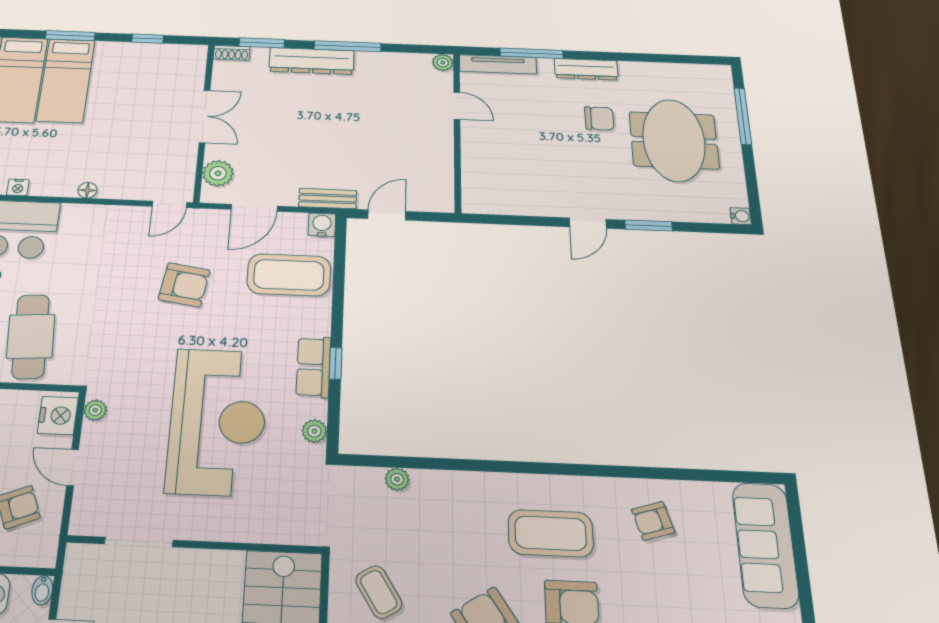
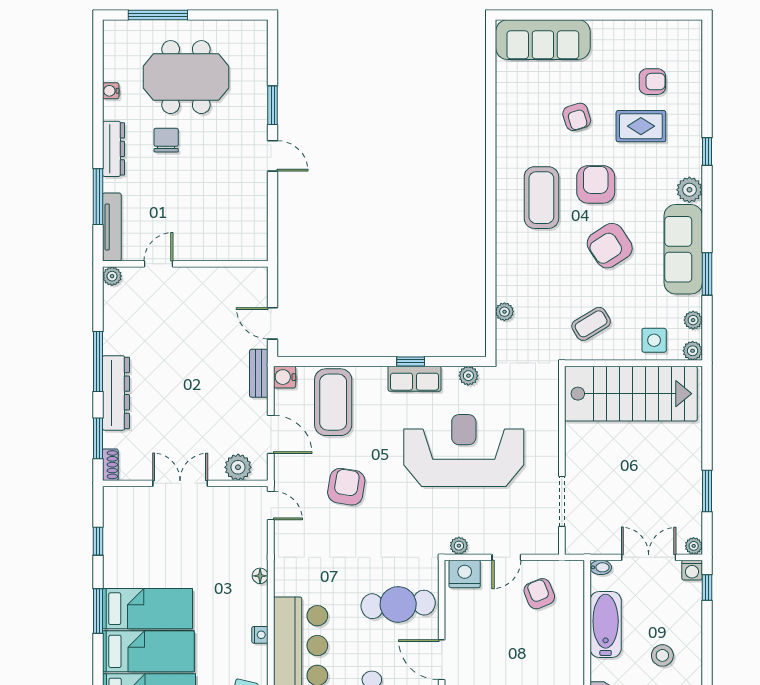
water cooler: (741, 216) -> (111, 91), moved, turned -90
armchair: (653, 521) -> (577, 117), moved

